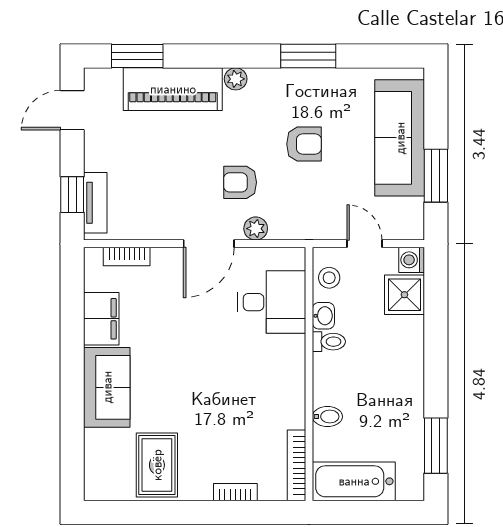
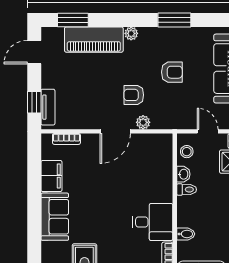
desk: (272, 302) -> (153, 222), moved

